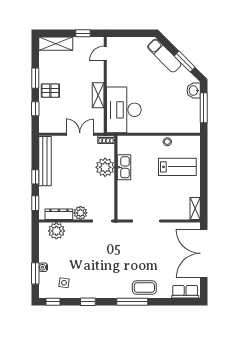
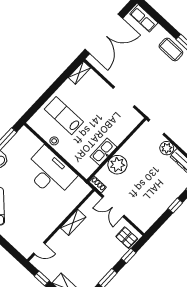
pallet: (50, 91) -> (127, 238), moved
desk: (124, 110) -> (50, 173), moved, turned -90
bench: (45, 161) -> (157, 210), removed

